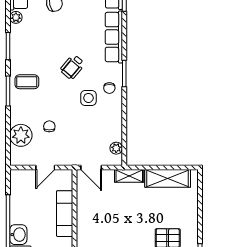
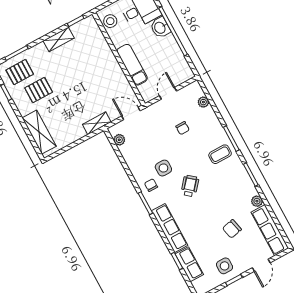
plant: (21, 135) -> (203, 102), width x0.53, depth x0.53
shelving: (168, 178) -> (39, 132), moved, turned 90

